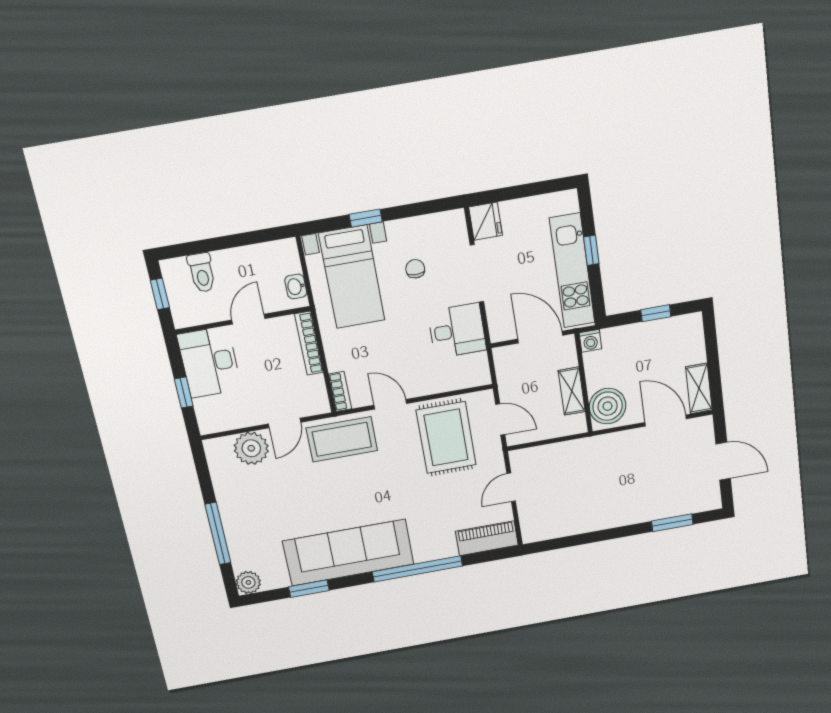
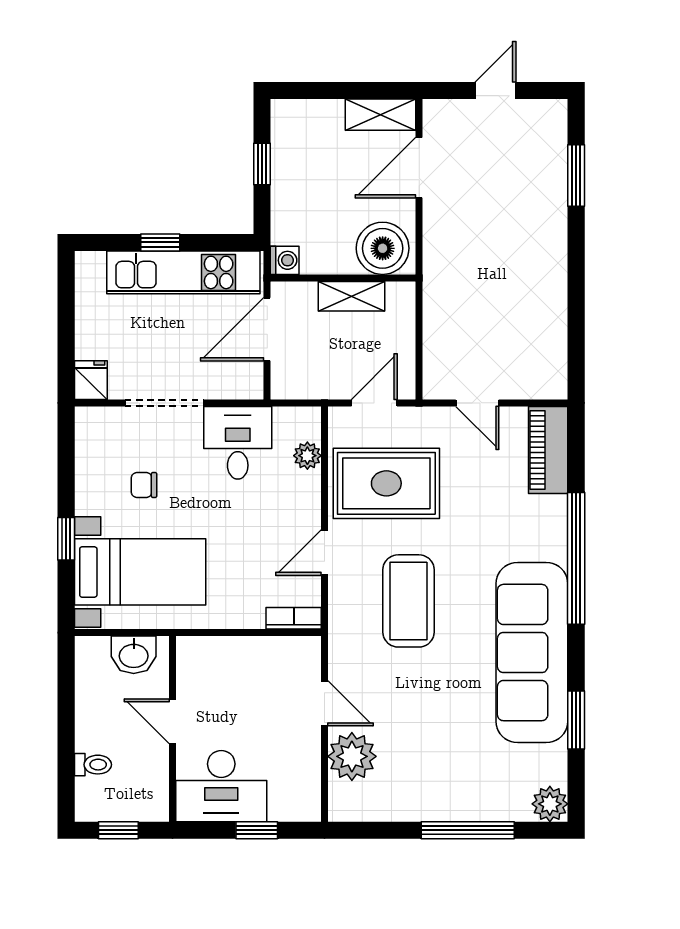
fridge: (486, 221) -> (91, 380), width x0.72
toilet: (202, 273) -> (93, 765), width x0.73, depth x0.72
washbasin: (296, 286) -> (134, 655), width x1.38, depth x1.45
bookcase: (309, 343) -> (219, 647), removed
plant: (456, 381) -> (307, 456), added
coffee table: (342, 439) -> (409, 601), moved
door: (723, 461) -> (495, 90), width x0.73

